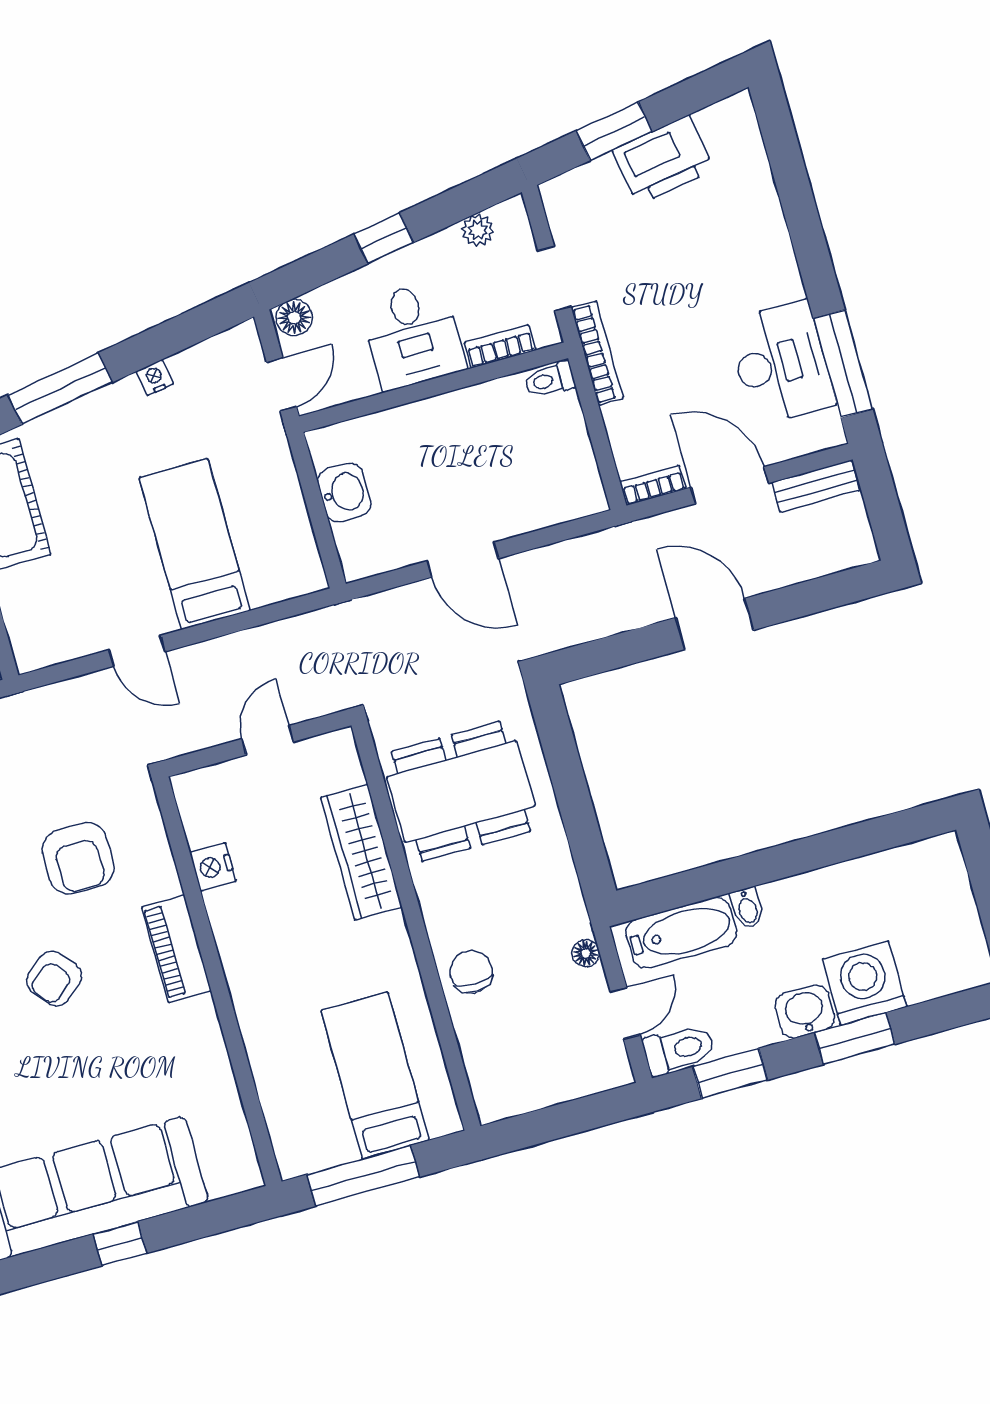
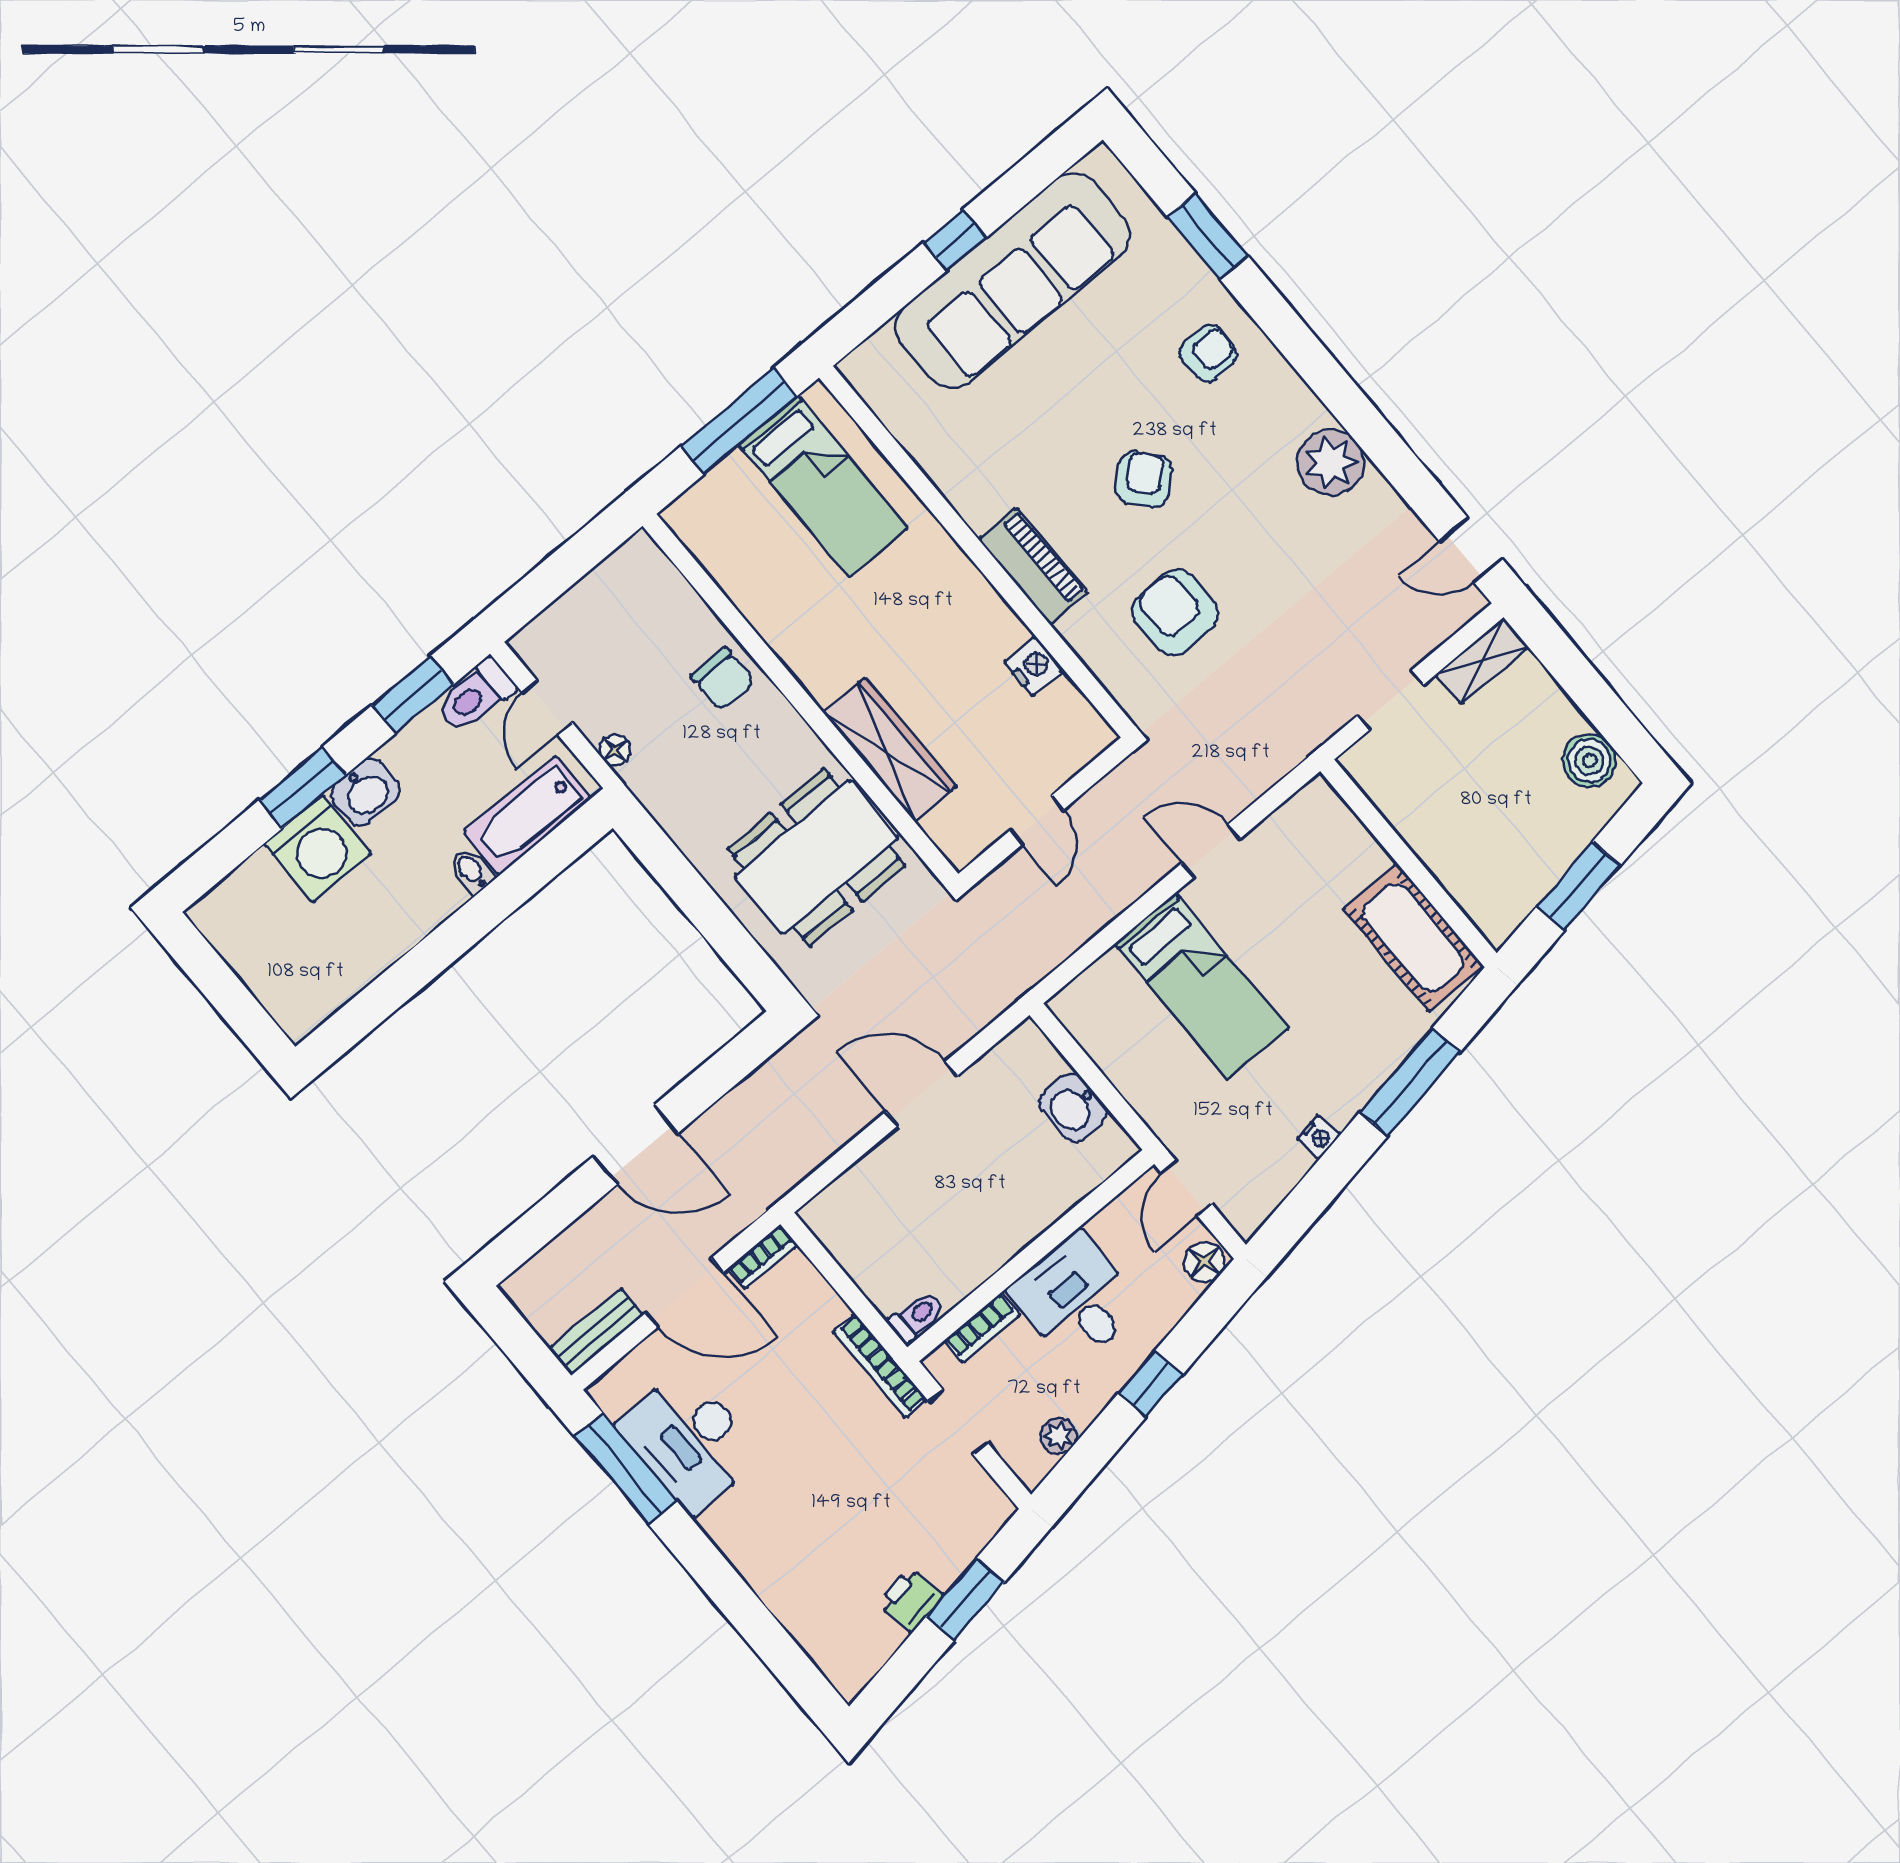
printer: (663, 160) -> (911, 1600), width x0.53, depth x0.68
bed: (375, 1075) -> (823, 486), moved

